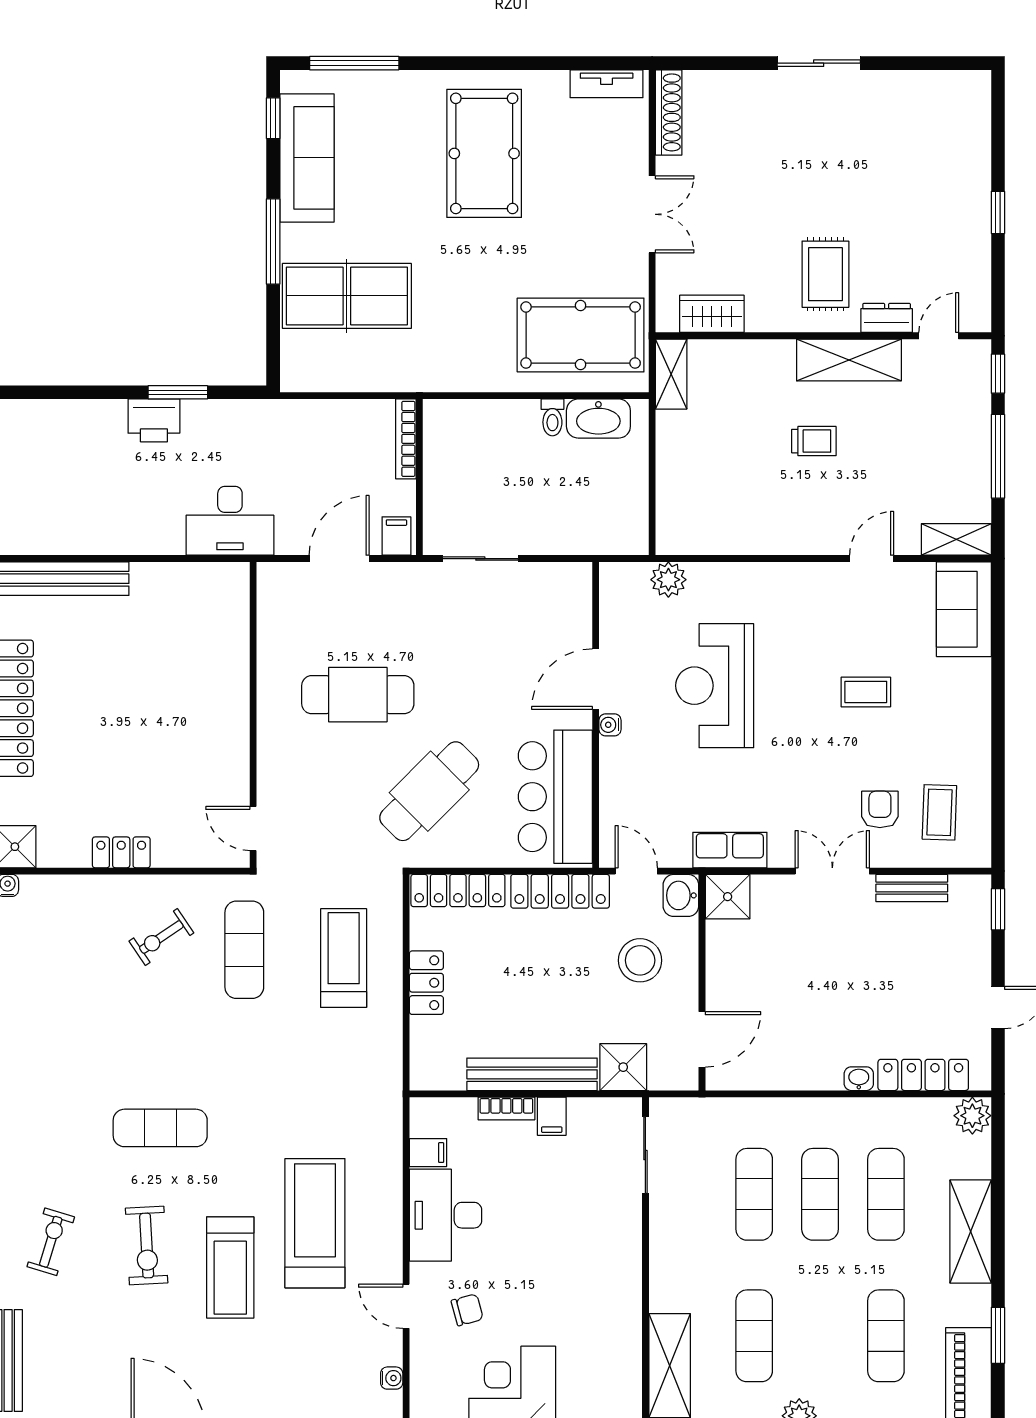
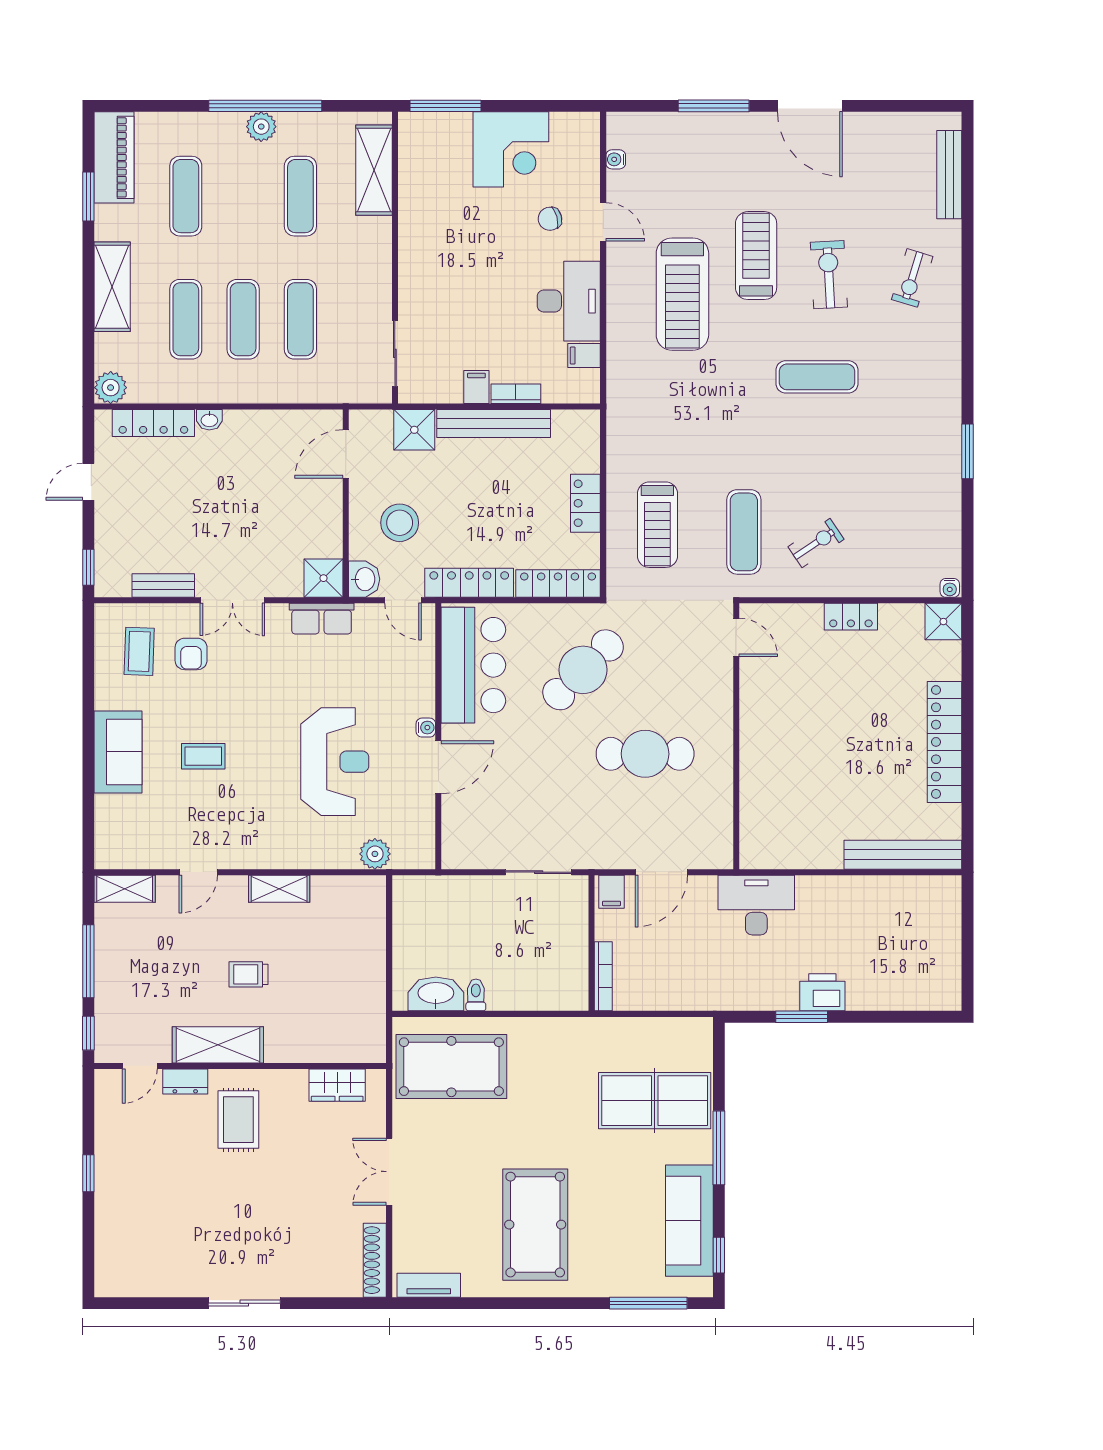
shelving: (671, 374) -> (279, 889), moved, turned 90
sofa: (964, 609) -> (118, 752), moved

